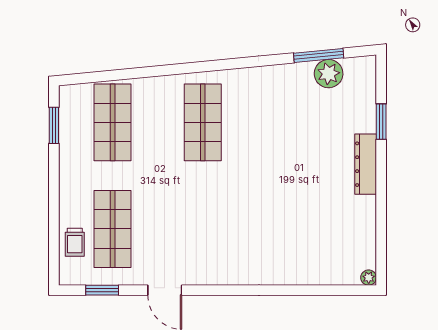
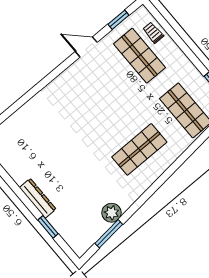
plant: (329, 74) -> (112, 213), moved
shop shelf: (203, 122) -> (139, 149), turned 90

